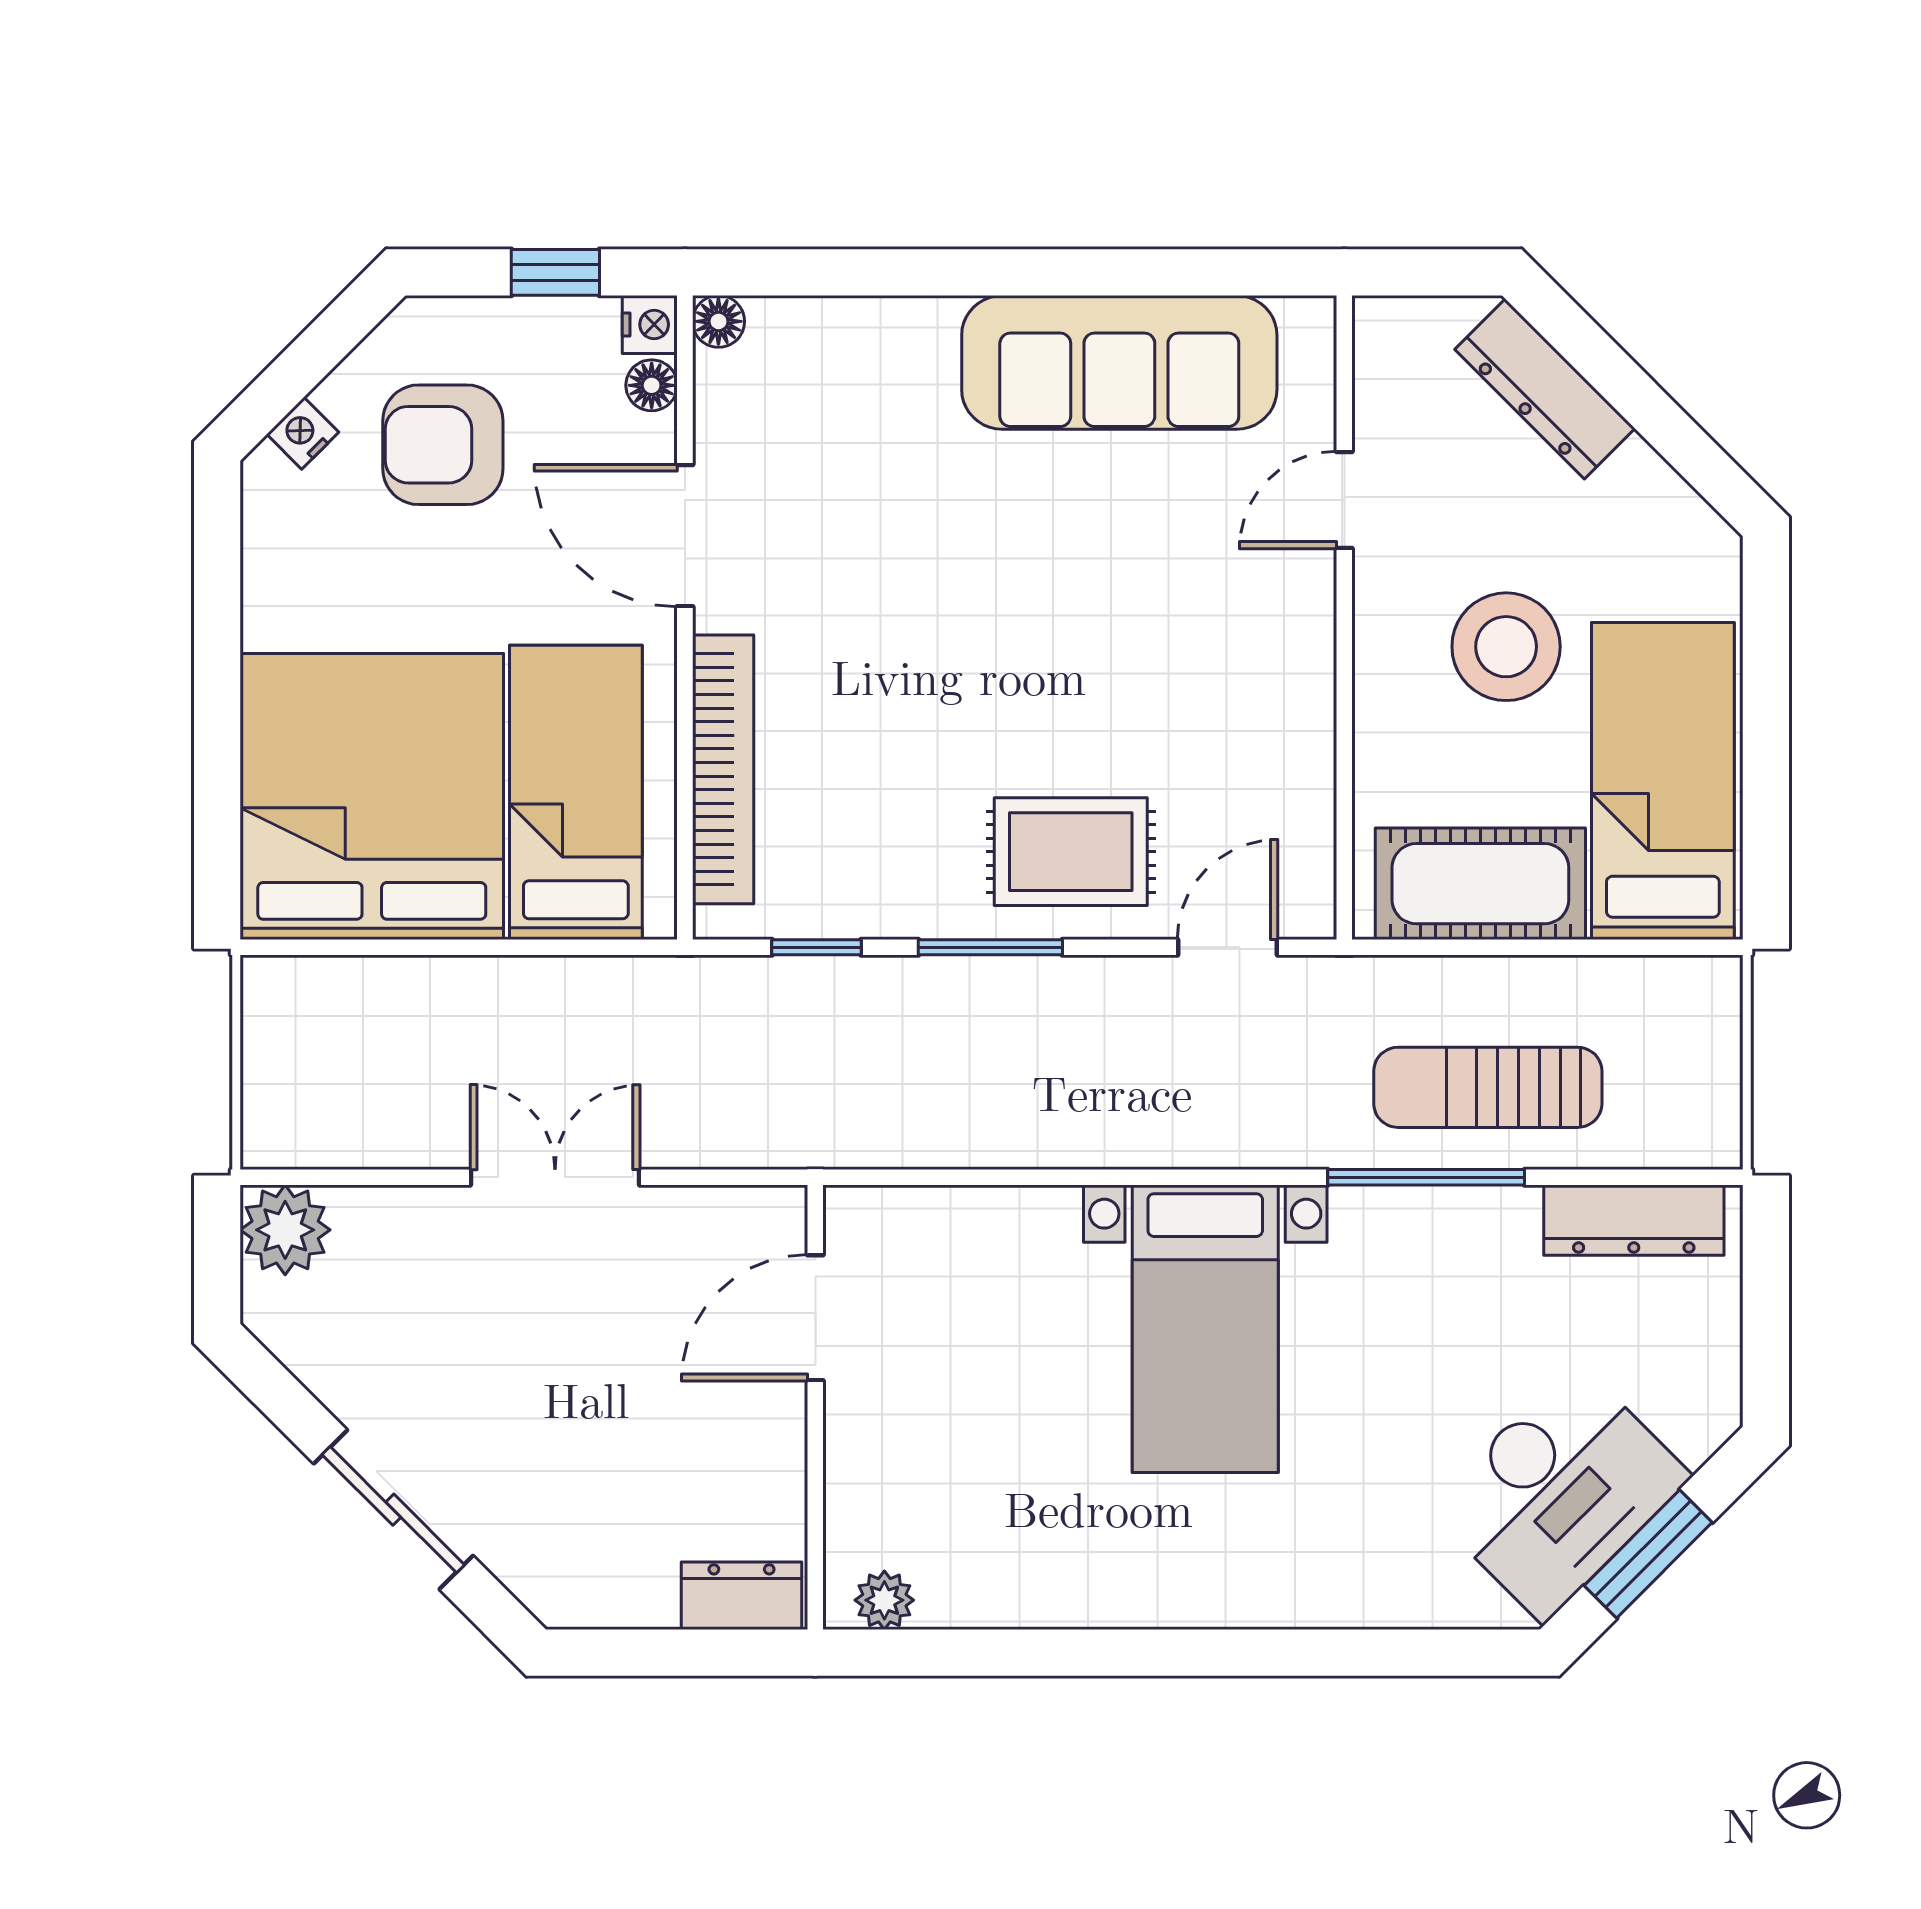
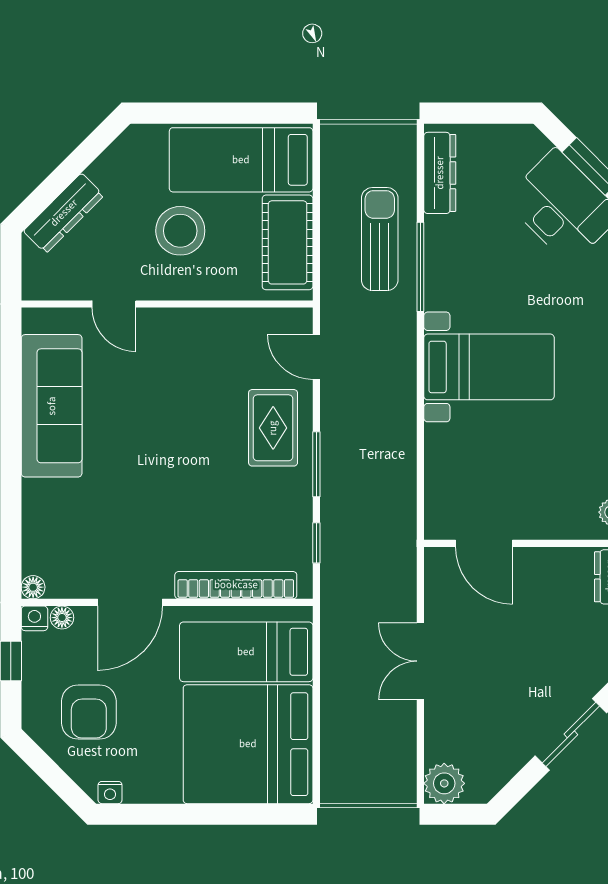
nightstand: (303, 433) -> (110, 793), moved, turned -45
sun lounger: (1488, 1087) -> (380, 239), turned 180

